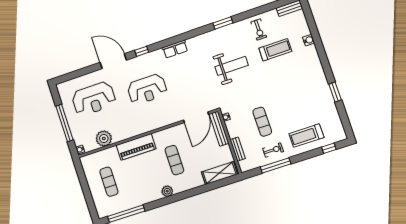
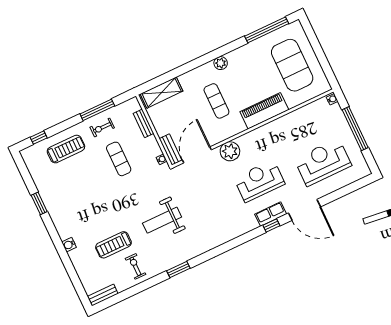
water cooler: (309, 40) -> (69, 245), moved
row of seats: (175, 49) -> (271, 214), moved
bench: (219, 129) -> (171, 150), width x0.73
plant: (104, 139) -> (230, 151), moved
exercise mat: (109, 182) -> (292, 65), width x2.00, depth x1.45

